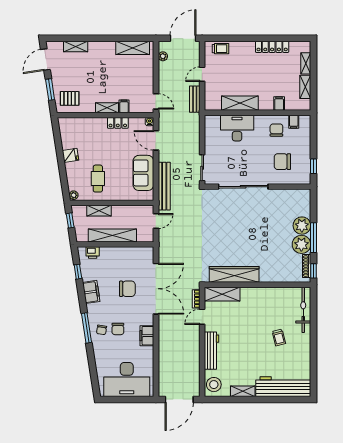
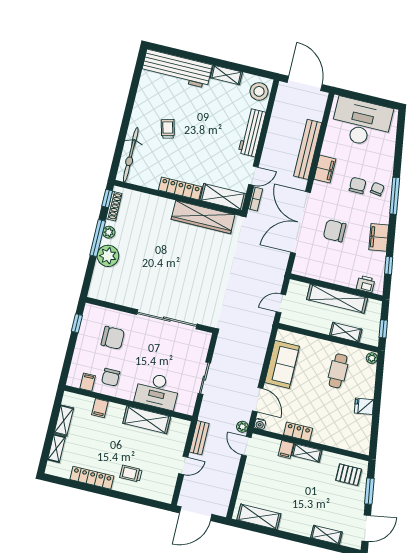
trolley: (220, 49) -> (131, 474), moved
plant: (163, 56) -> (242, 427), moved
sliding door: (202, 168) -> (204, 378), moved
bench: (164, 186) -> (308, 149), moved
plant: (301, 244) -> (109, 232), width x0.53, depth x0.53
locker: (258, 293) -> (180, 188), added
door: (179, 400) -> (305, 83), hinge flipped

